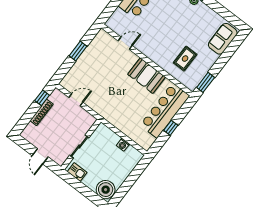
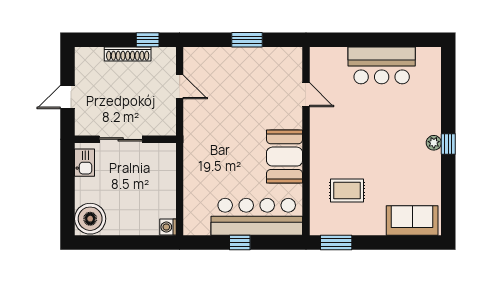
washing machine: (123, 145) -> (168, 227), moved

